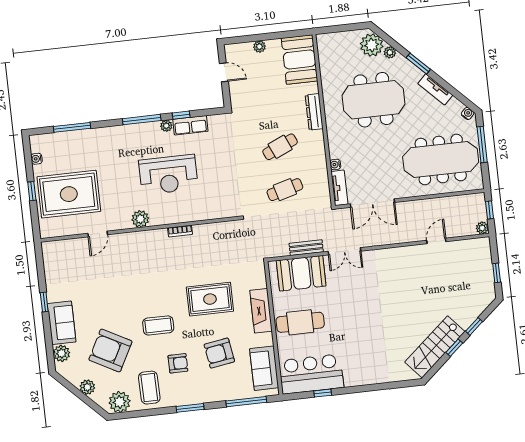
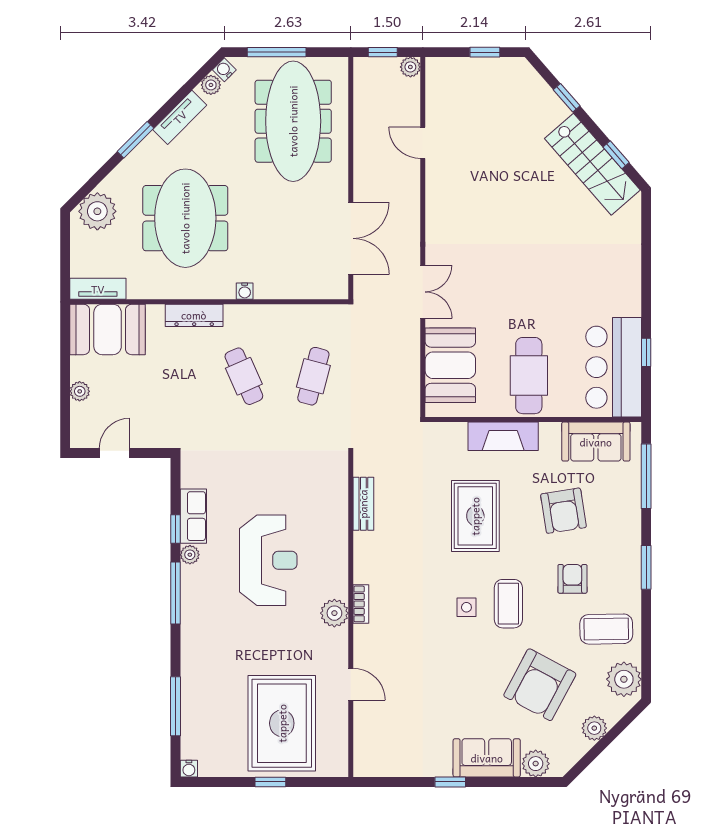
plant: (390, 52) -> (211, 85), moved
water cooler: (37, 159) -> (189, 769), moved
water cooler: (335, 164) -> (245, 291), moved
tv unit: (339, 188) -> (98, 289), moved
cafe table: (285, 190) -> (313, 376), turned 30
bookcase: (180, 231) -> (361, 604), moved
bench: (306, 248) -> (363, 504), moved
side table: (153, 300) -> (466, 607), added
window: (454, 348) -> (616, 155), moved

